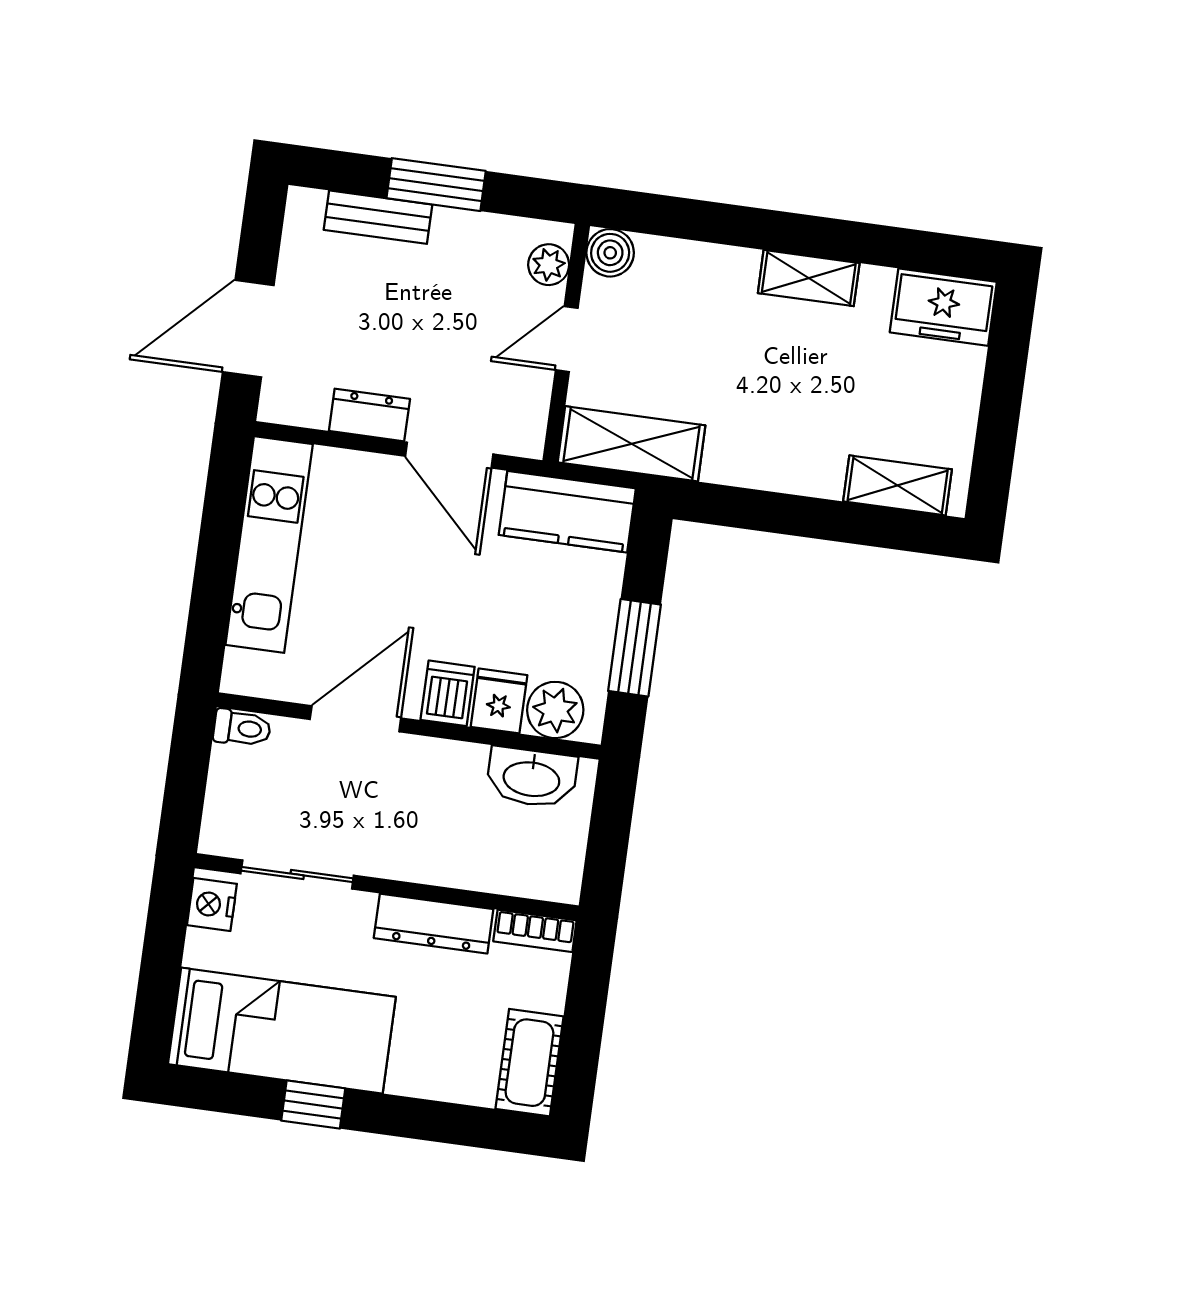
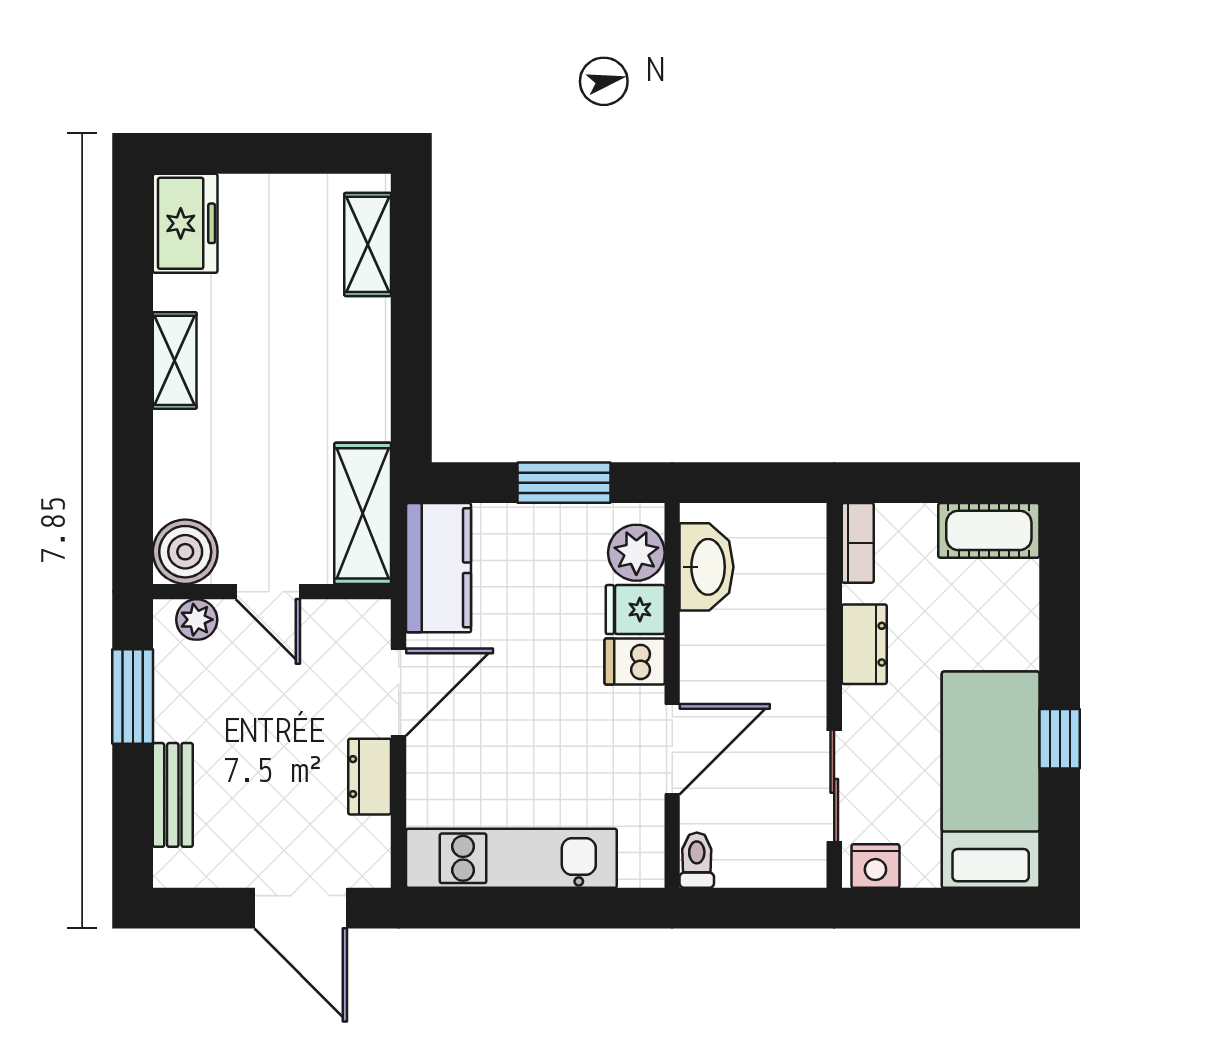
window: (436, 185) -> (133, 696), moved
boiler: (610, 253) -> (185, 552), width x1.36, depth x1.36
door: (355, 719) -> (672, 749), swing flipped
dresser: (434, 924) -> (864, 644), width x0.70

